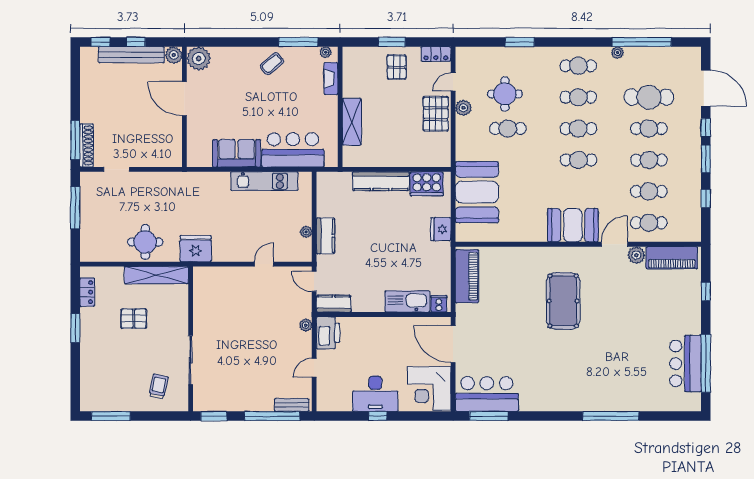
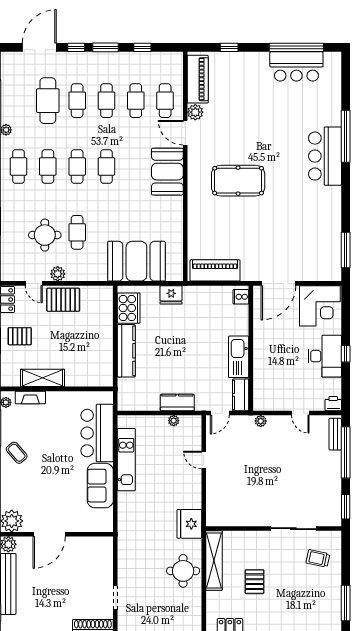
shelving: (352, 122) -> (42, 378), moved
kitchen sink: (407, 301) -> (239, 357), moved
printer: (328, 333) -> (333, 404), moved, width x0.53, depth x0.68
bar counter: (487, 394) -> (325, 156), moved

